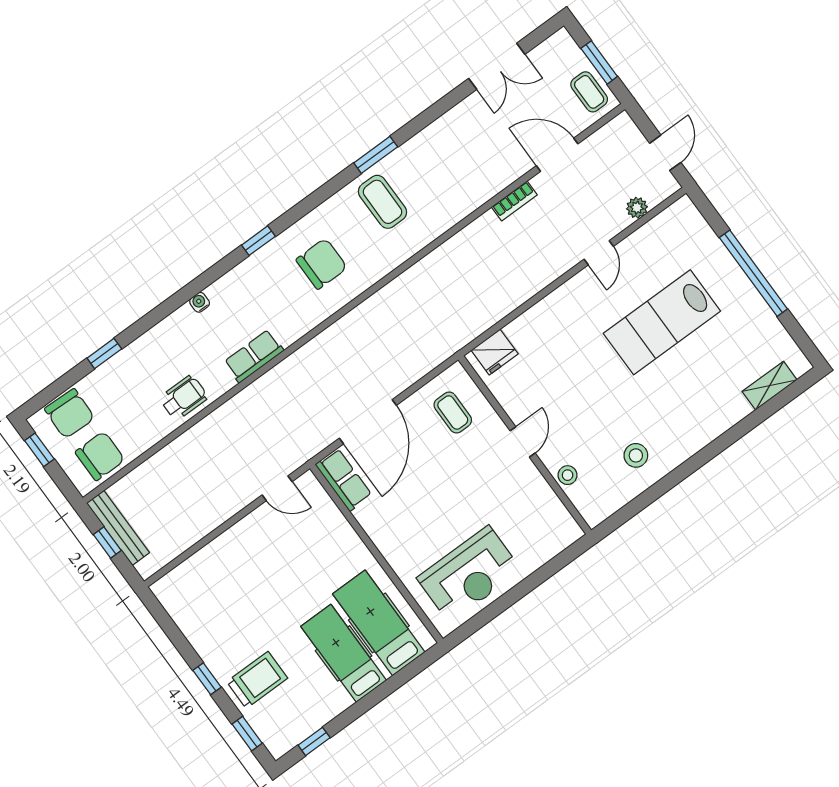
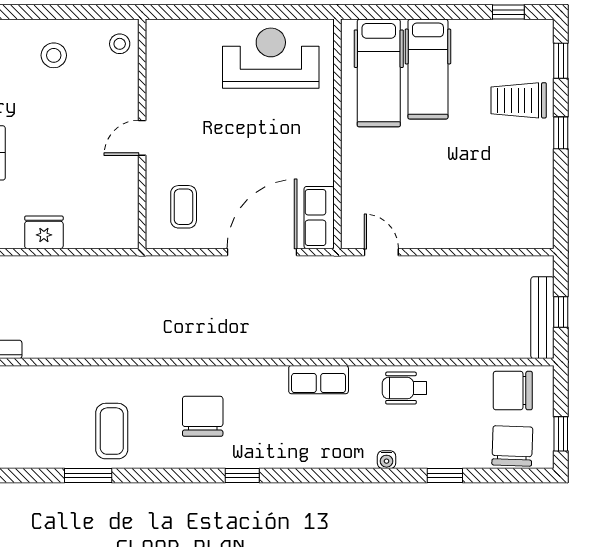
chair: (322, 264) -> (203, 416), turned 90
water cooler: (200, 302) -> (387, 460), moved
fridge: (495, 352) -> (44, 232), moved
stool: (568, 475) -> (120, 44), moved

